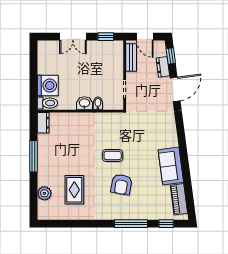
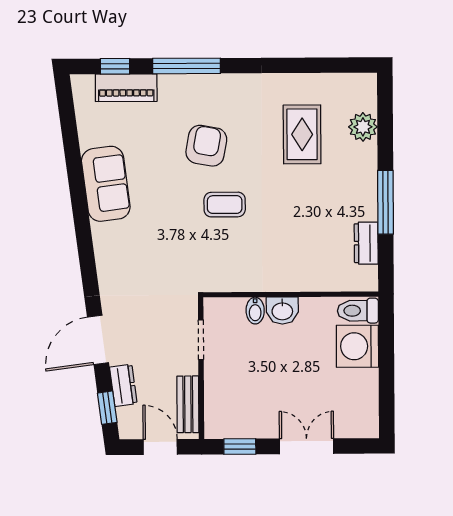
dresser: (43, 123) -> (366, 243), moved
piano: (179, 199) -> (126, 88), moved, turned 97

